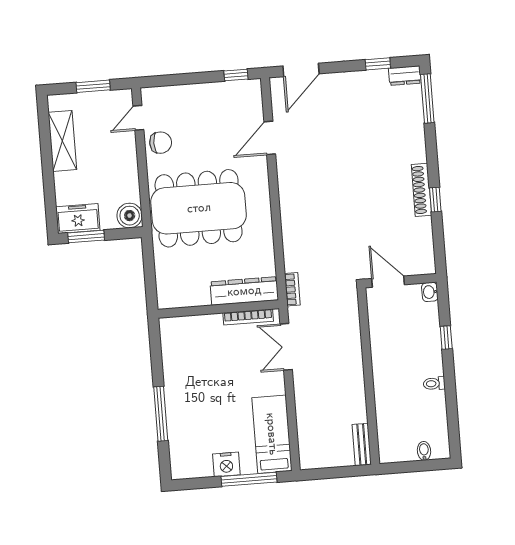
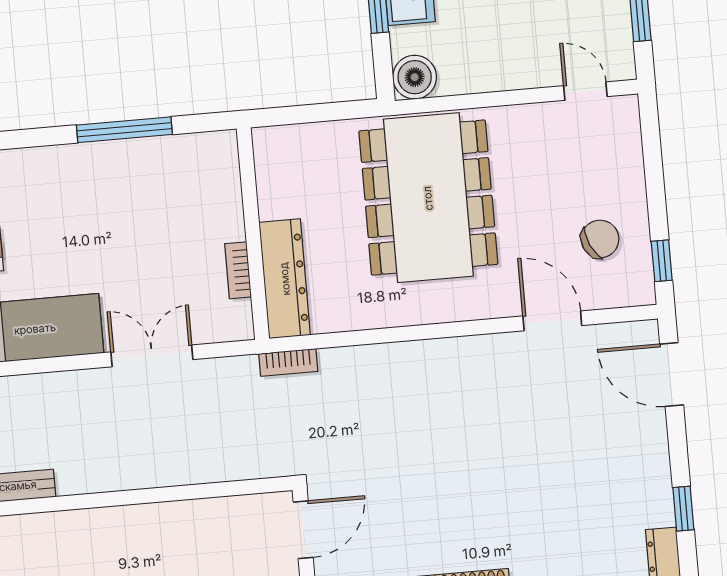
chair: (161, 143) -> (600, 239), moved, turned -115
bookcase: (248, 317) -> (238, 270), width x0.64
double door: (286, 347) -> (152, 356), moved
window: (161, 414) -> (124, 130), moved

